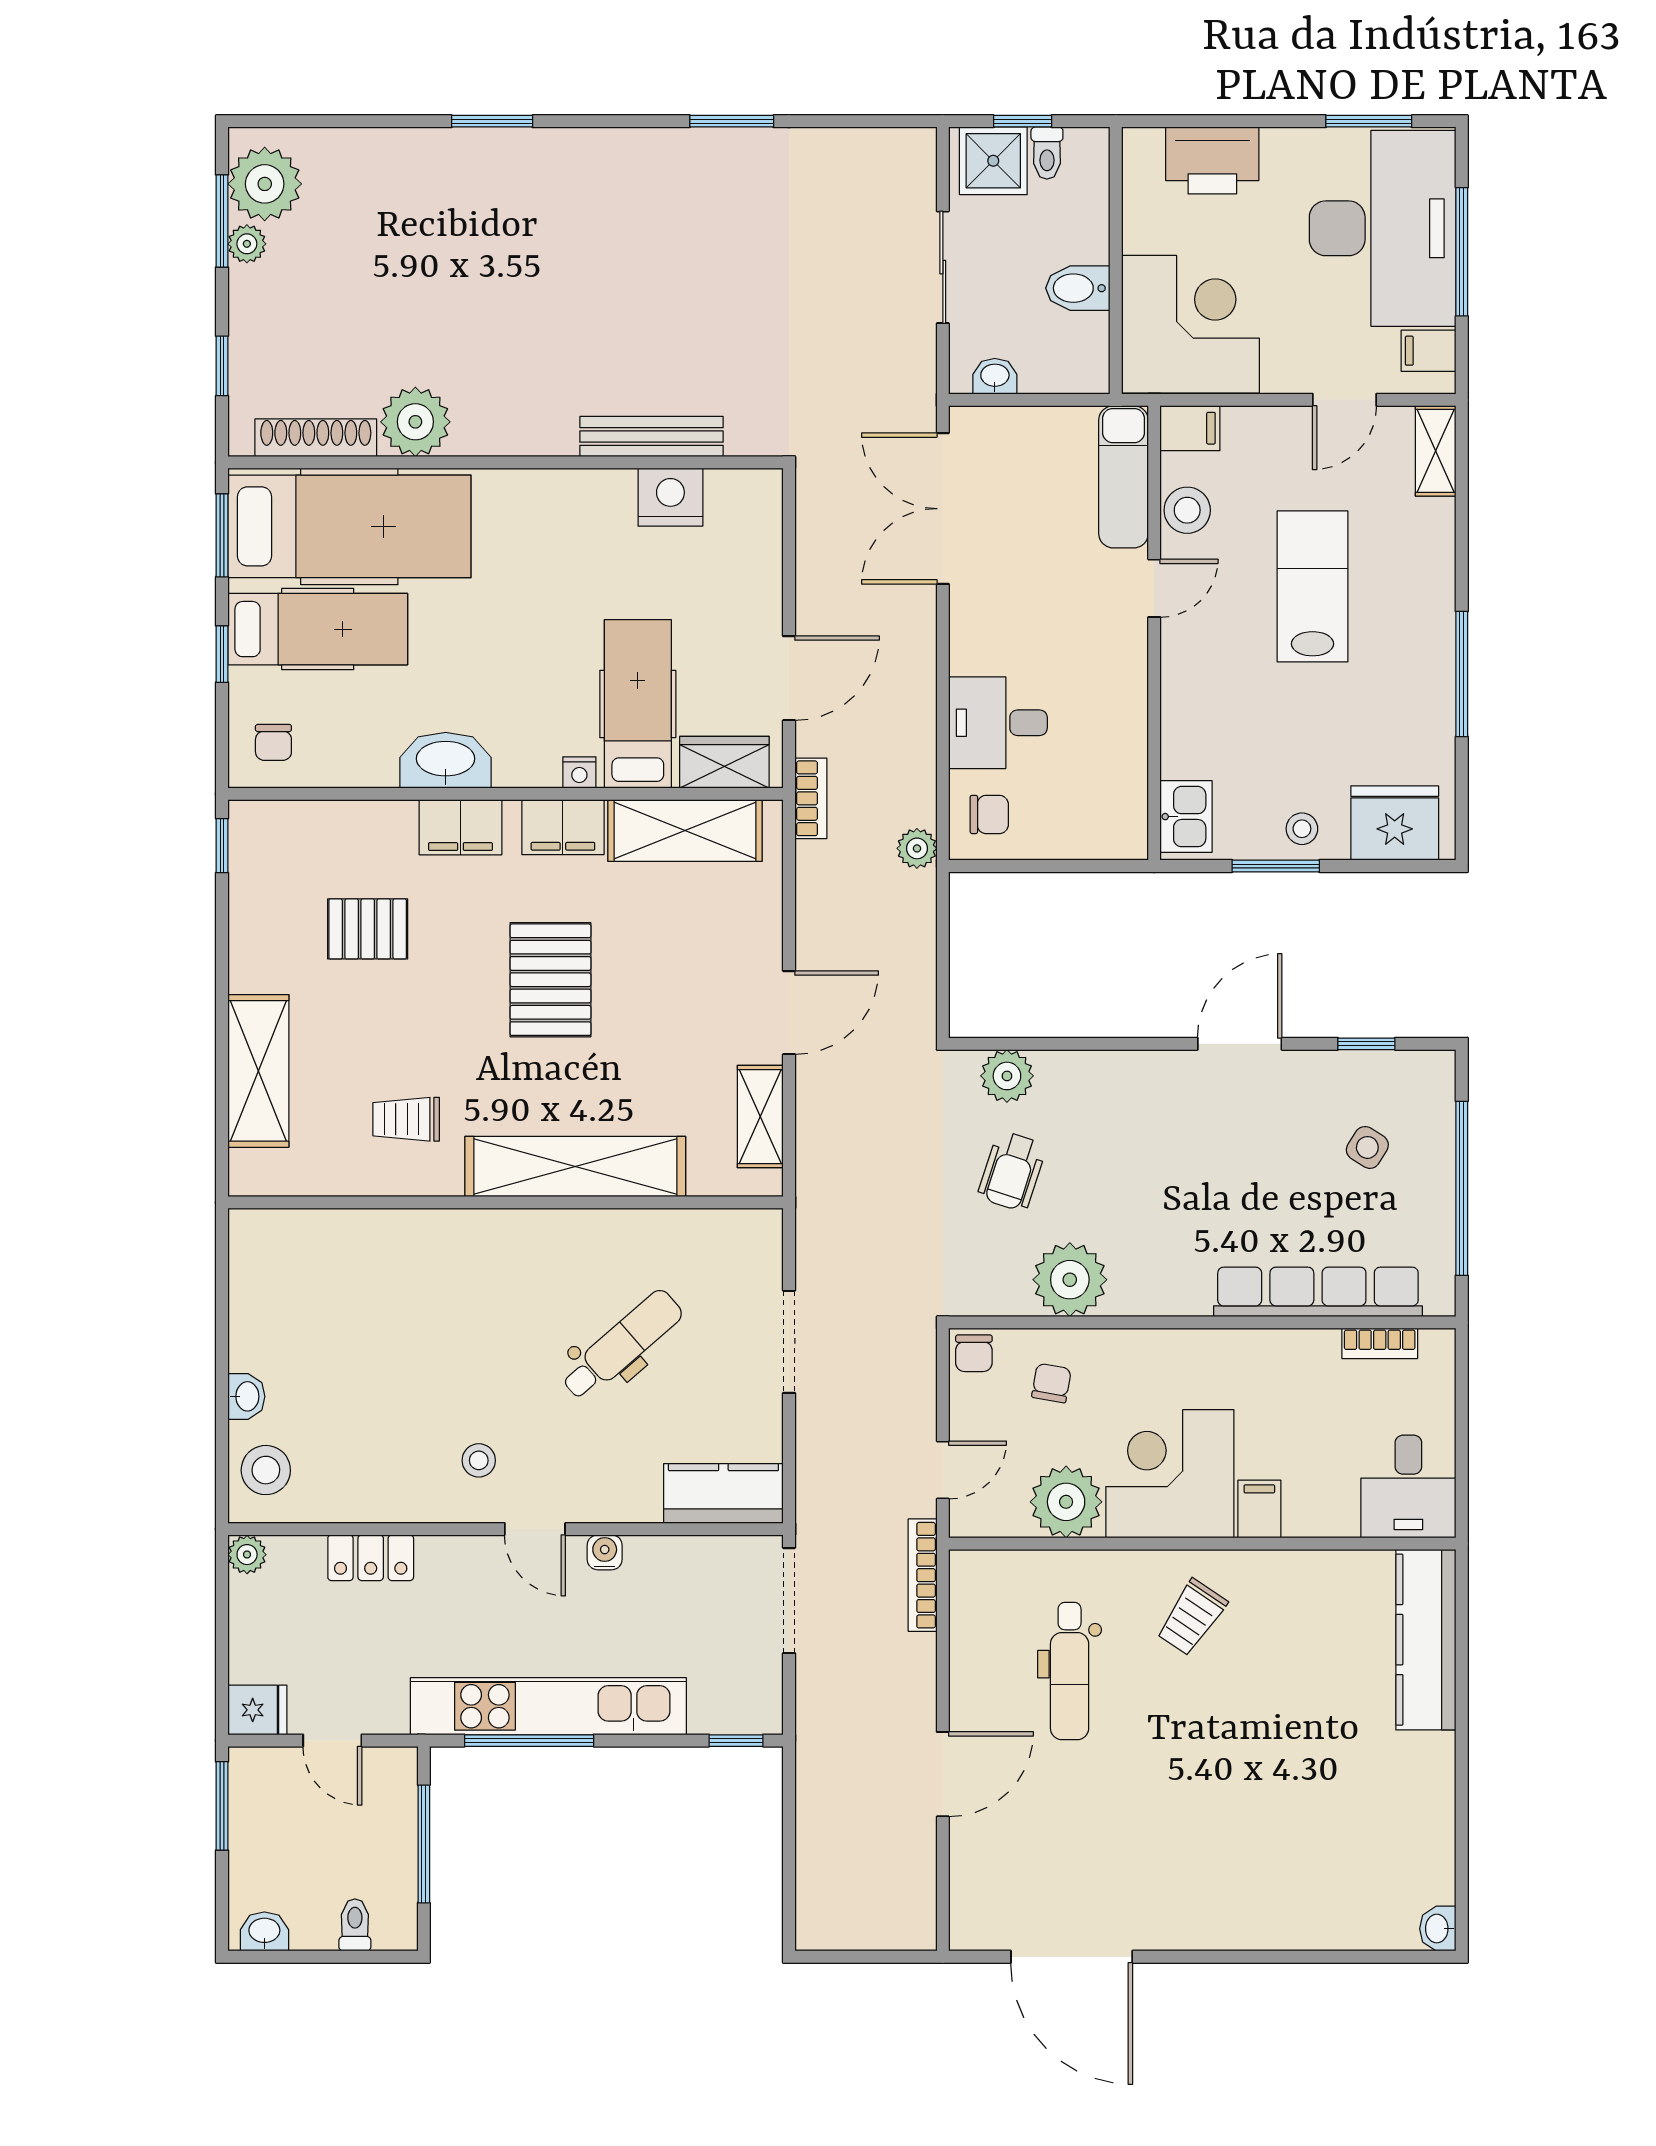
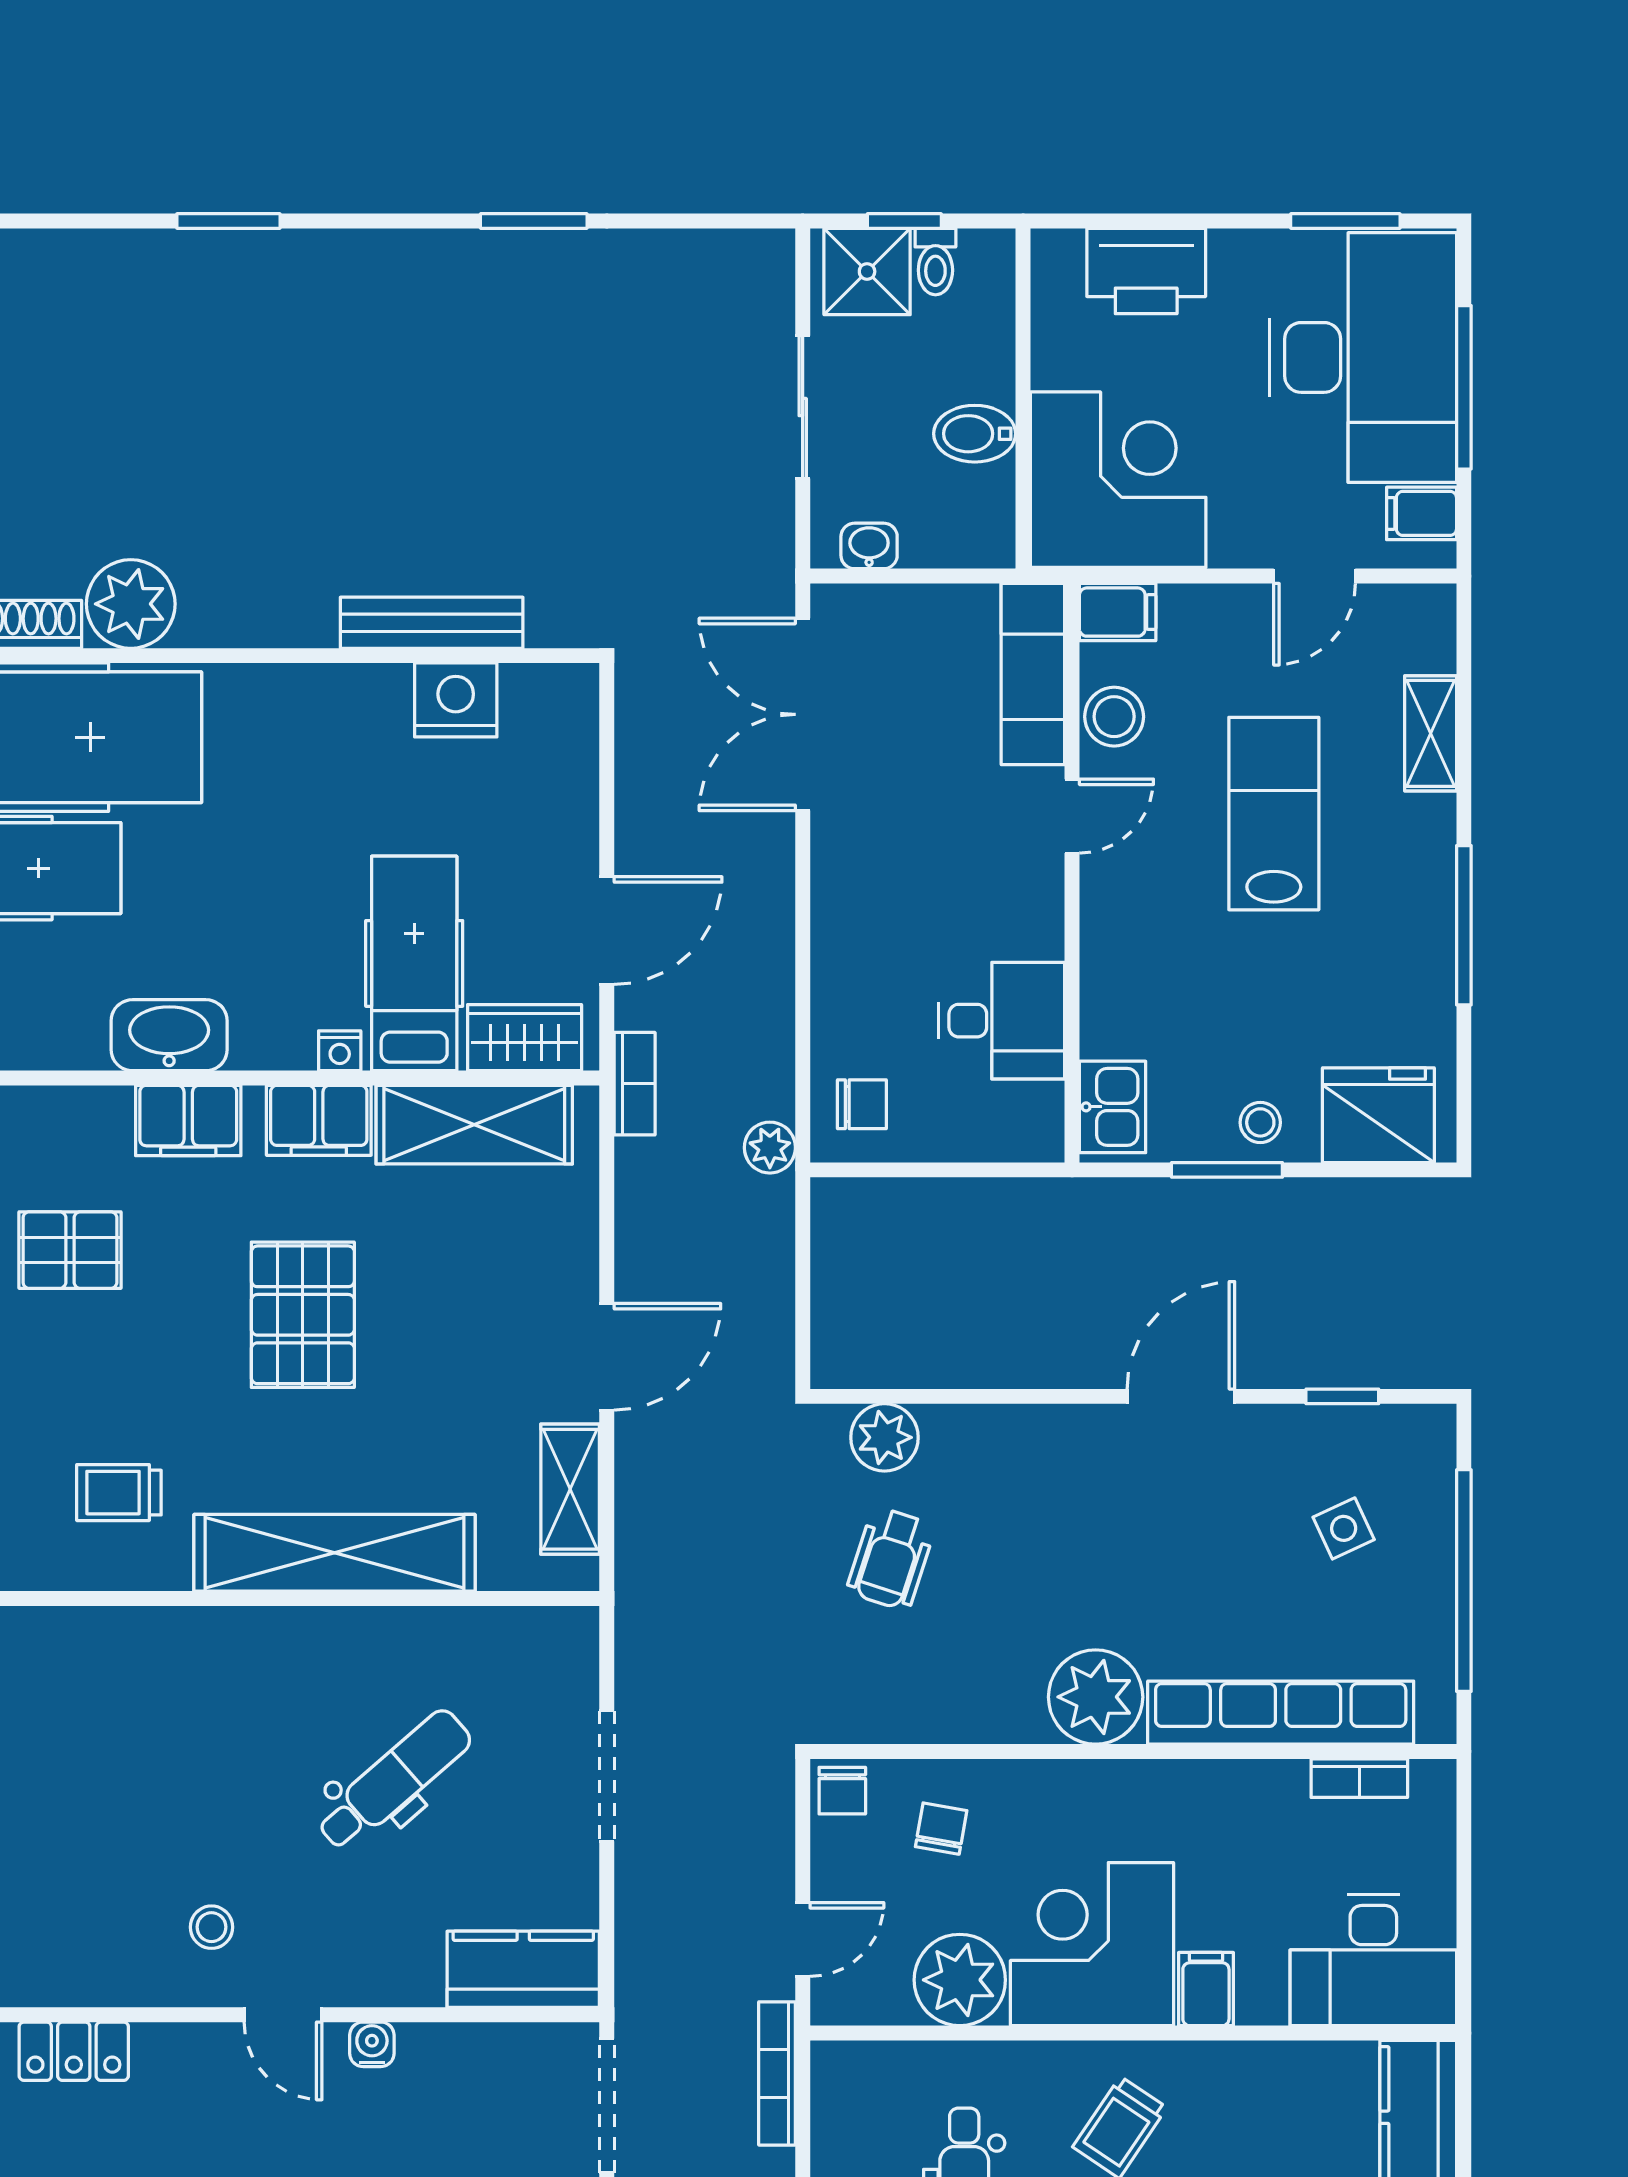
shelving: (1436, 451) -> (1431, 733), moved
desk: (998, 723) -> (1002, 1021), moved, turned 180
side table: (1367, 1147) -> (1344, 1528), turned 33
plant: (1070, 1280) -> (1096, 1697), moved
desk: (1408, 1486) -> (1373, 1960), width x1.37

